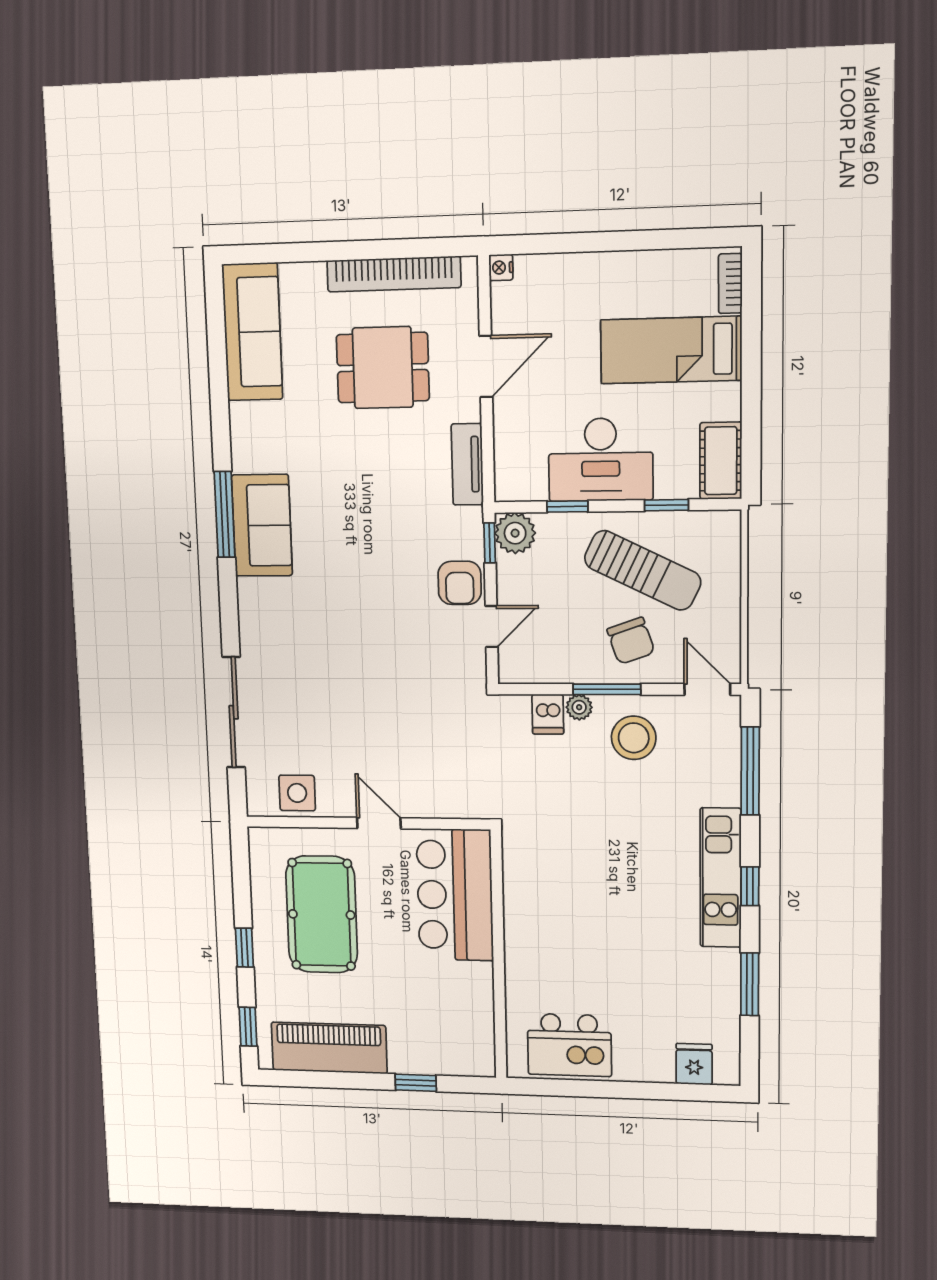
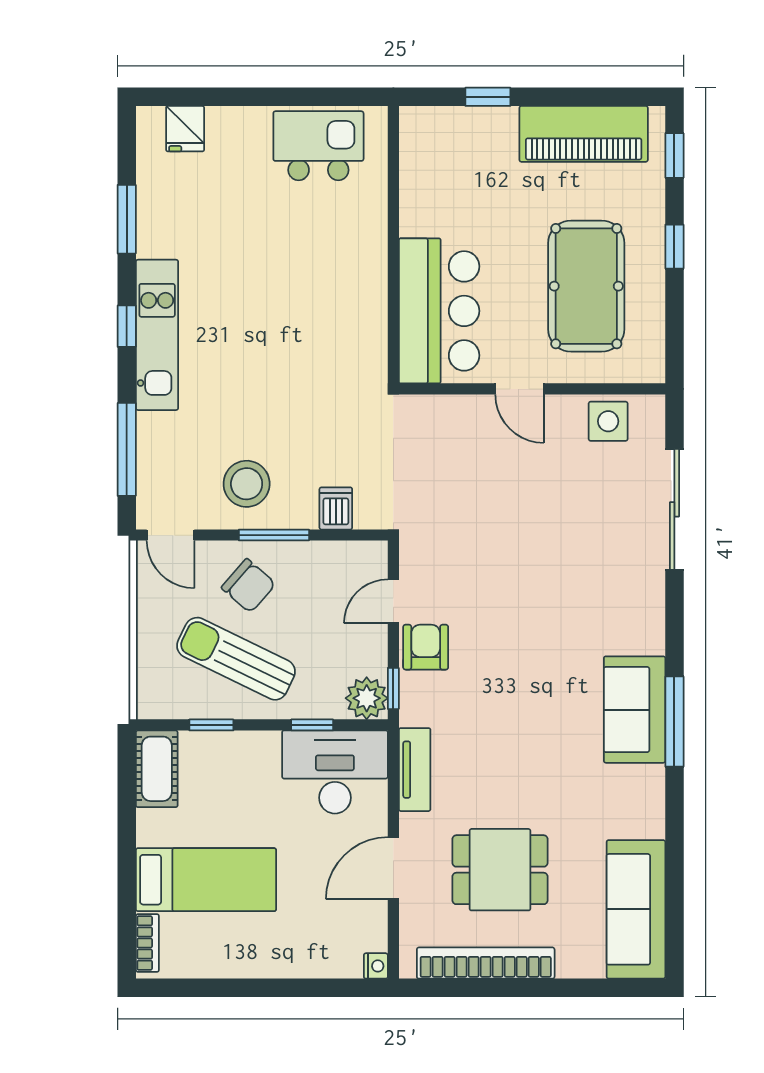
desk: (601, 460) -> (335, 772), moved
chair: (631, 641) -> (249, 586), turned 150
plant: (579, 707) -> (303, 516), removed

